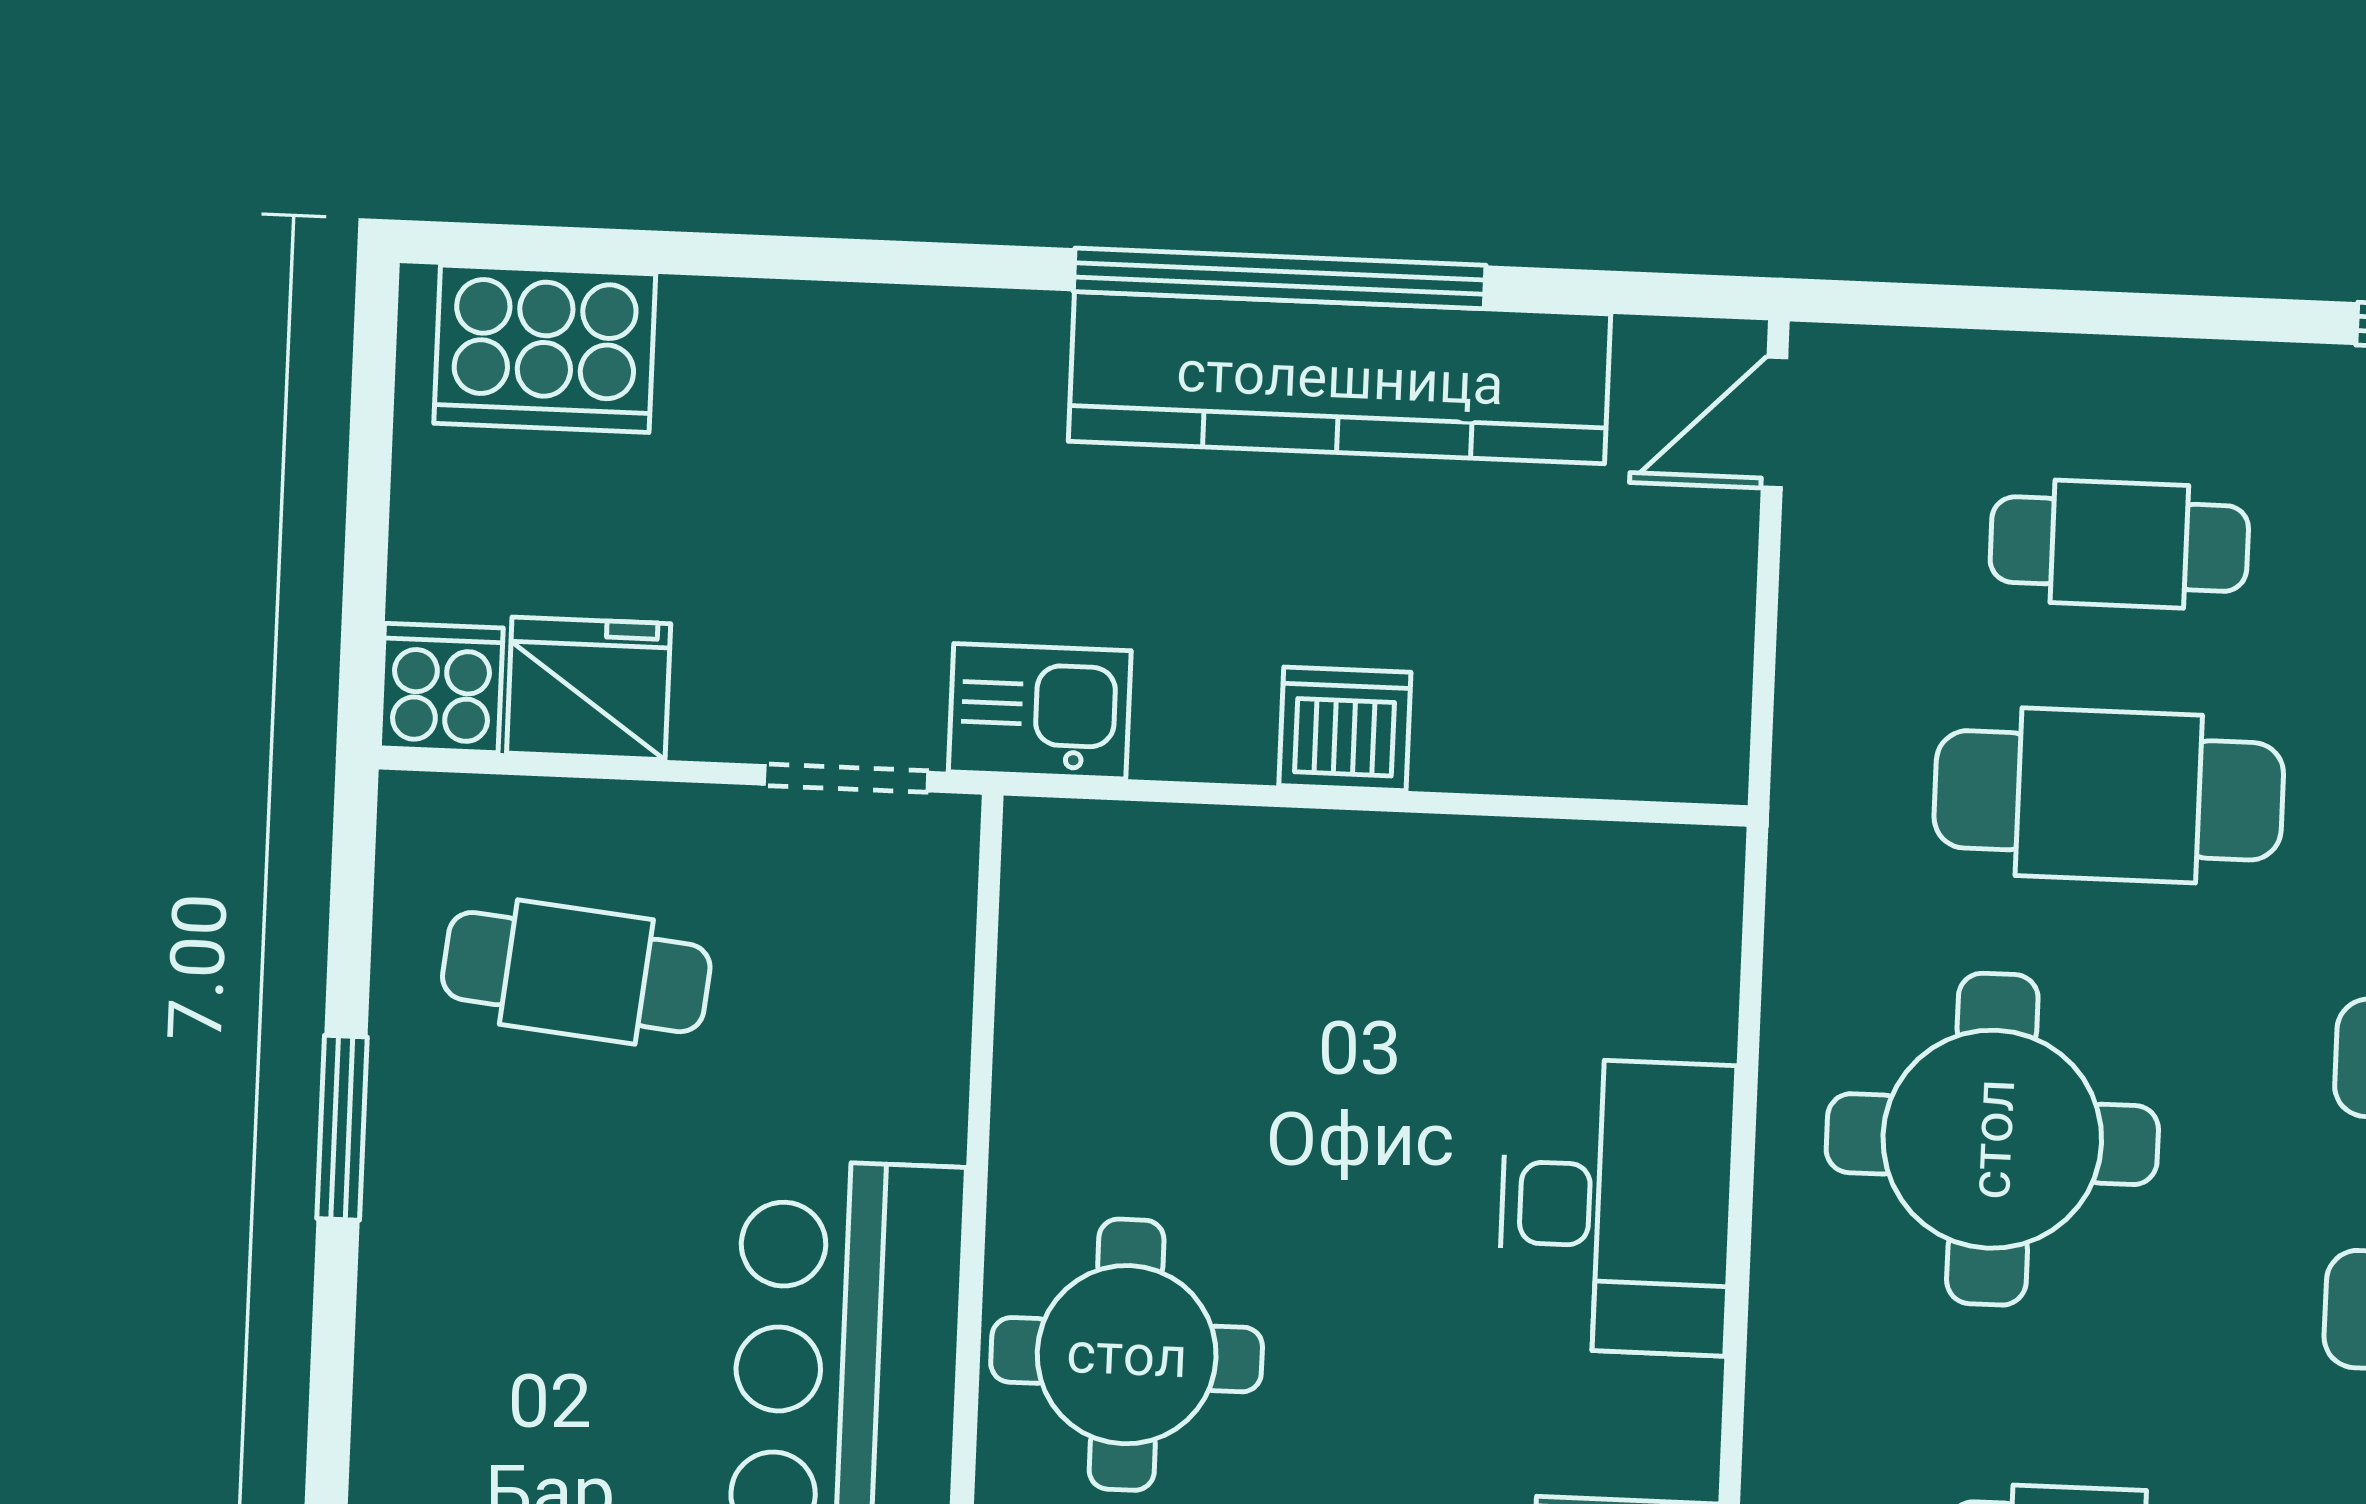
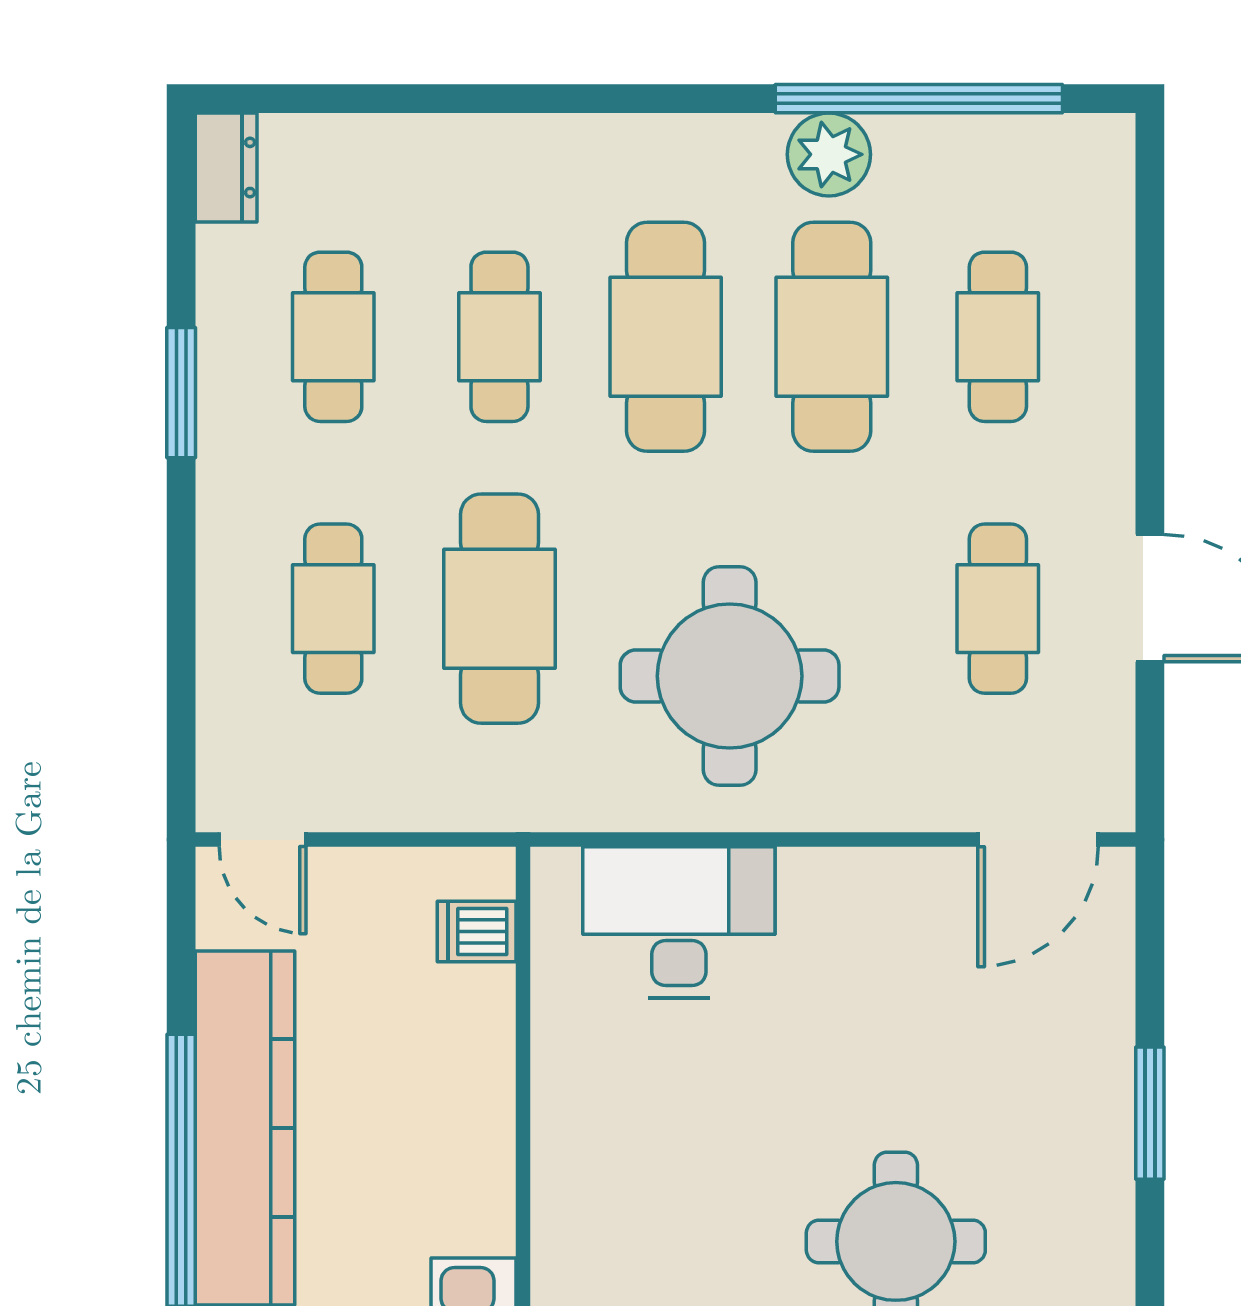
dishwasher: (1345, 729) -> (477, 932), moved, width x0.73
desk: (1616, 1206) -> (679, 922), moved

